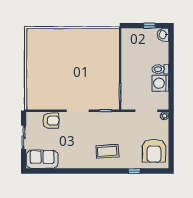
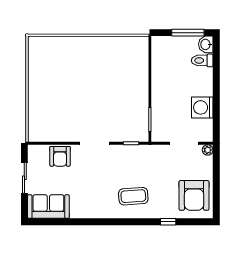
window: (149, 26) -> (188, 33), width x2.17
toilet: (160, 69) -> (202, 60), moved
armchair: (51, 121) -> (60, 156), turned 90

